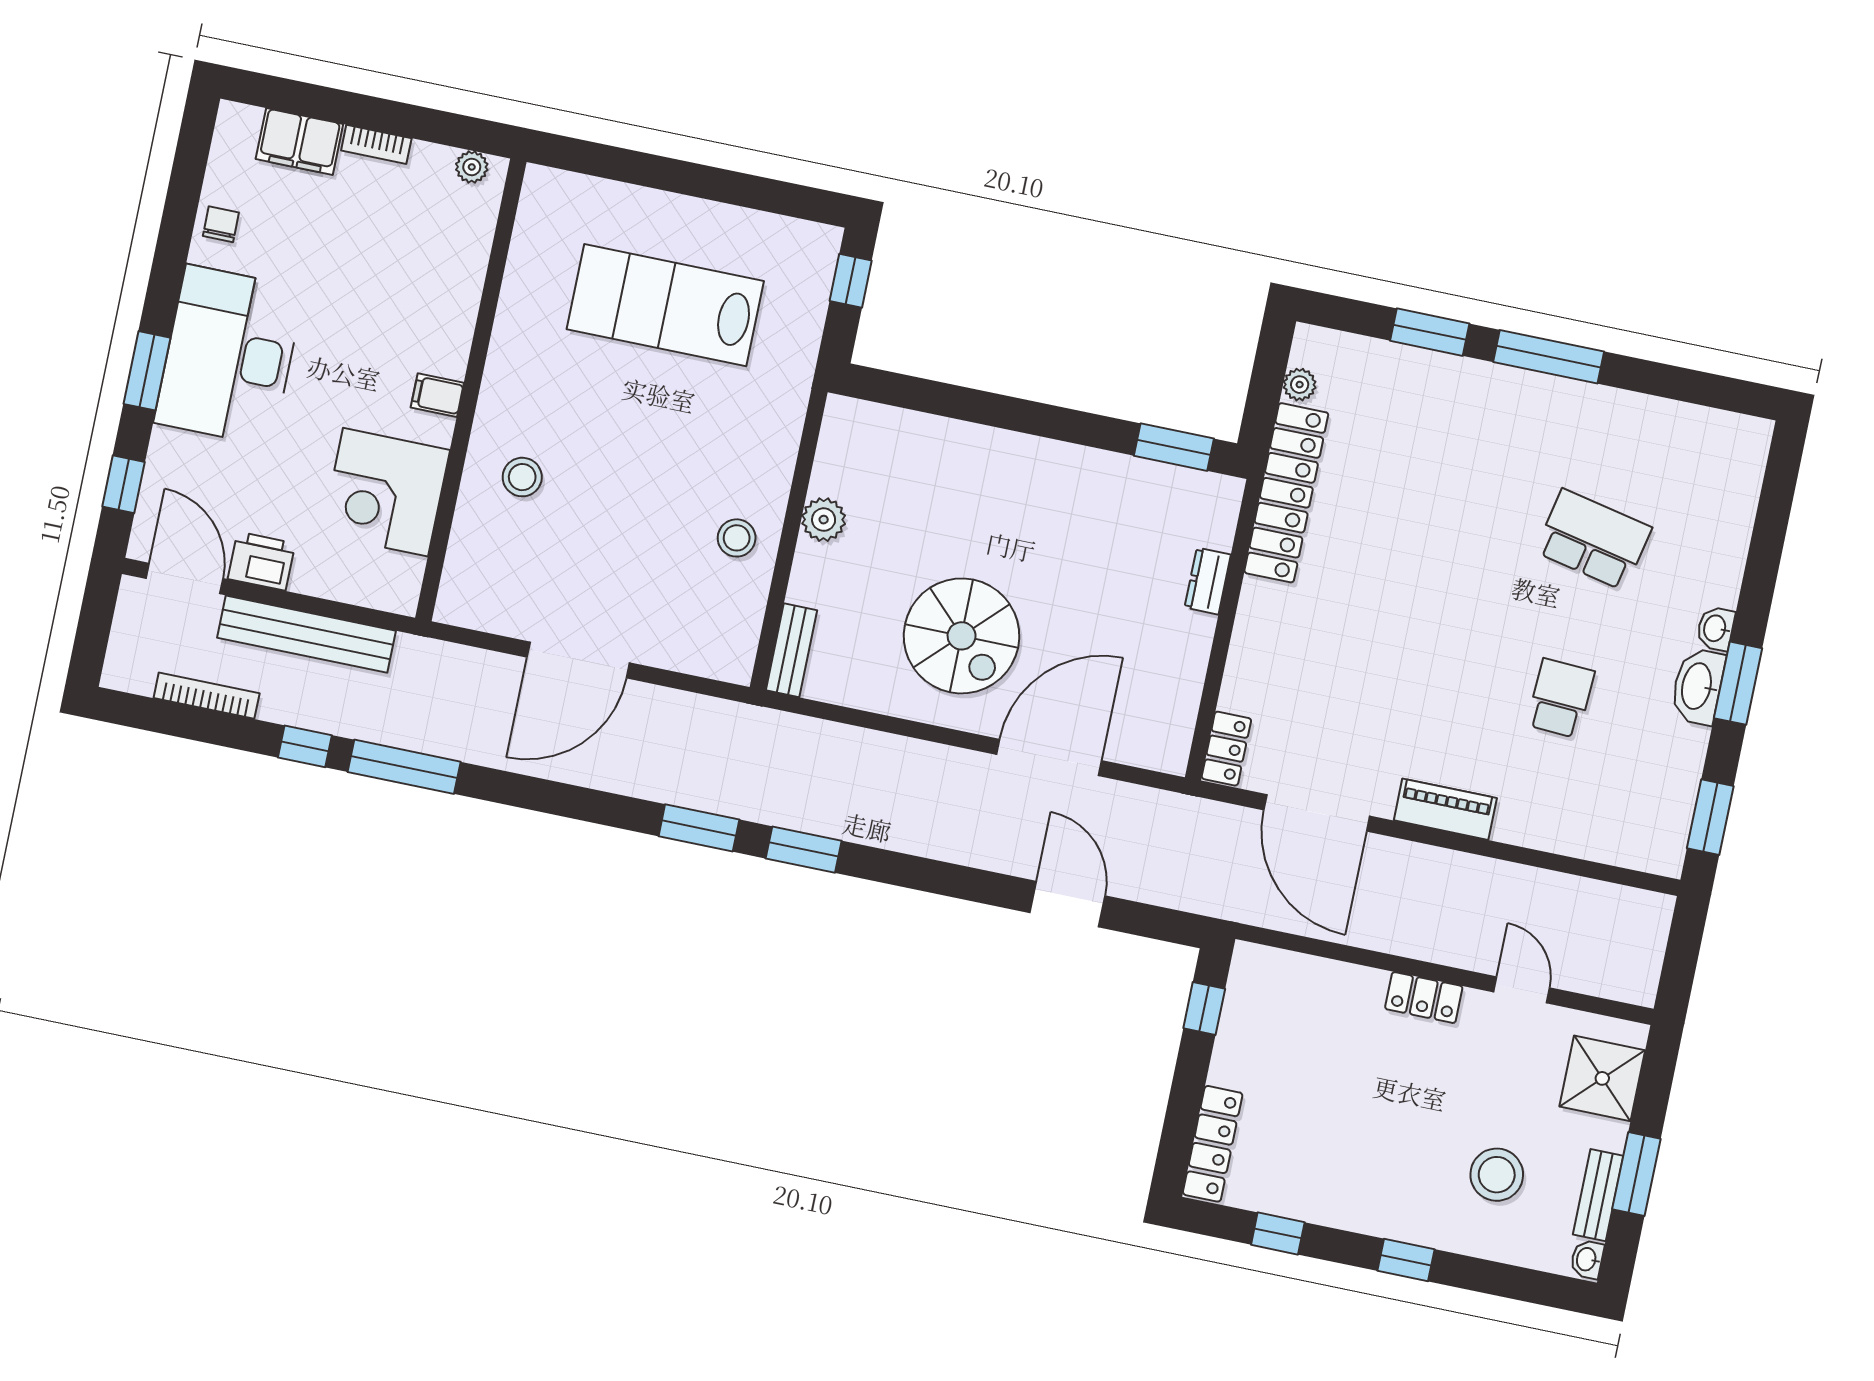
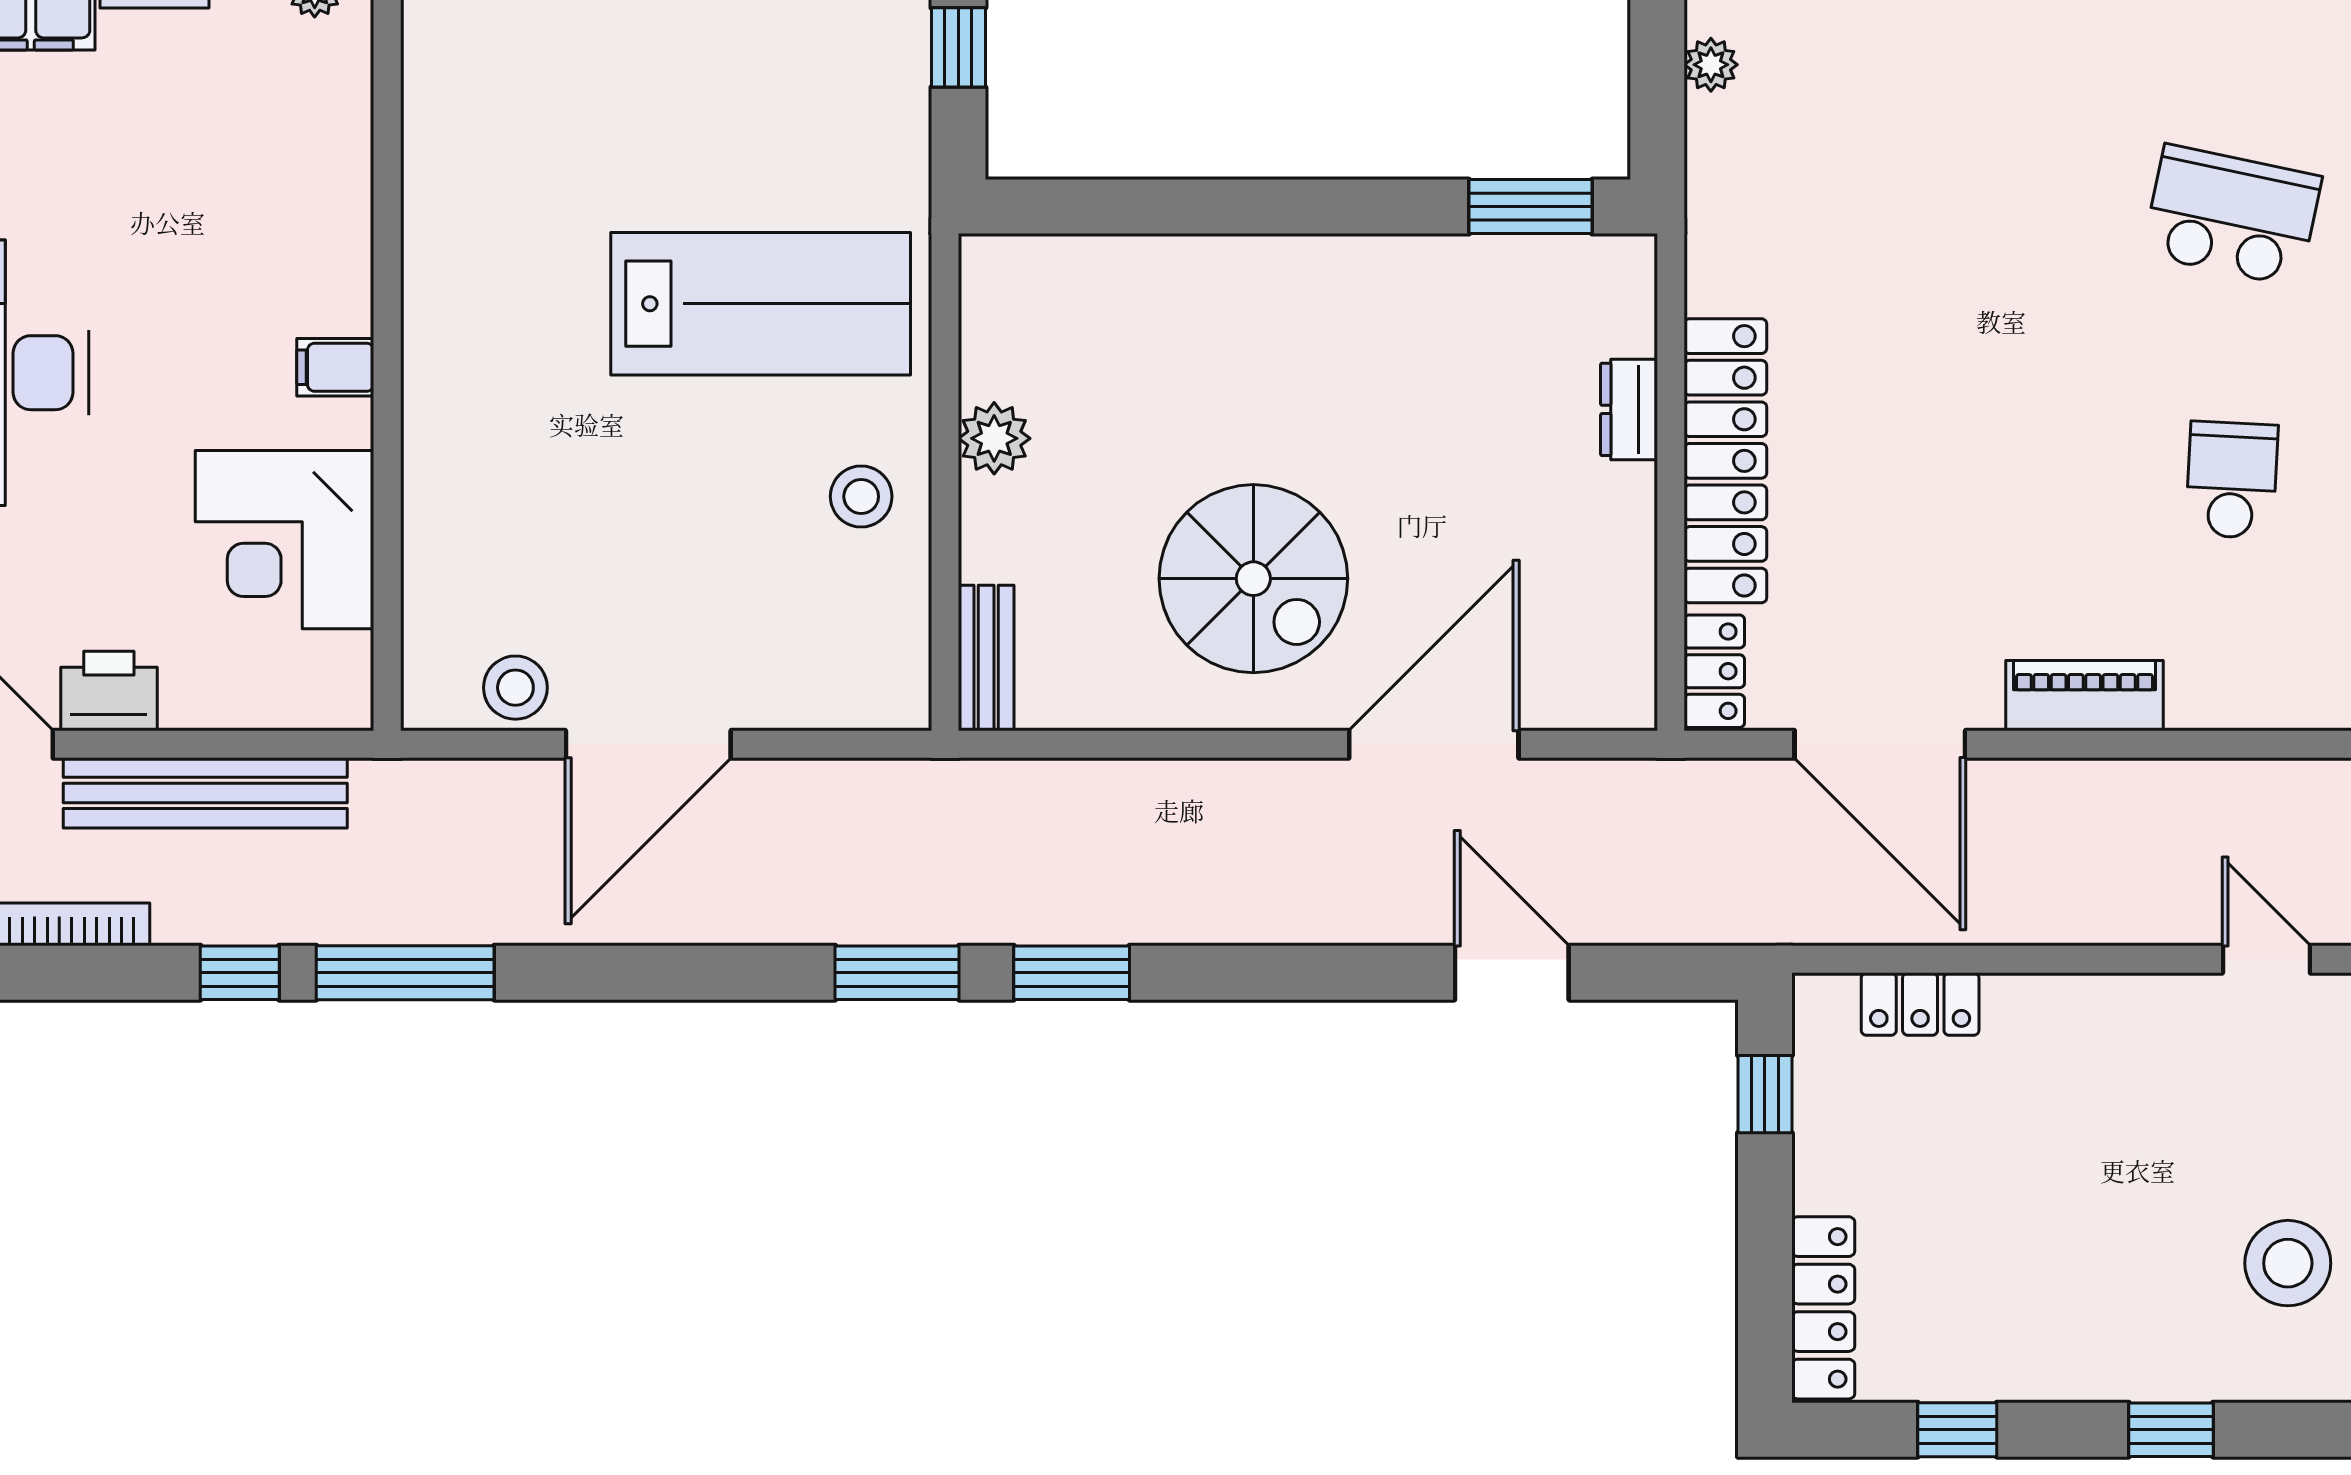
lab bench: (665, 305) -> (761, 304), moved, turned 180
stool: (522, 477) -> (515, 688), moved
locker: (1286, 493) -> (1725, 461), moved
locker: (1424, 998) -> (1920, 1004), moved

